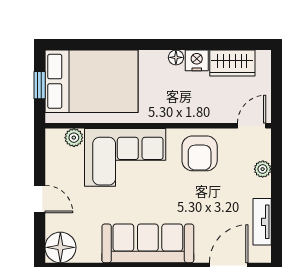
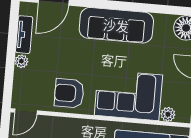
armchair: (200, 153) -> (69, 93), turned -90
plant: (263, 169) -> (21, 61), moved

